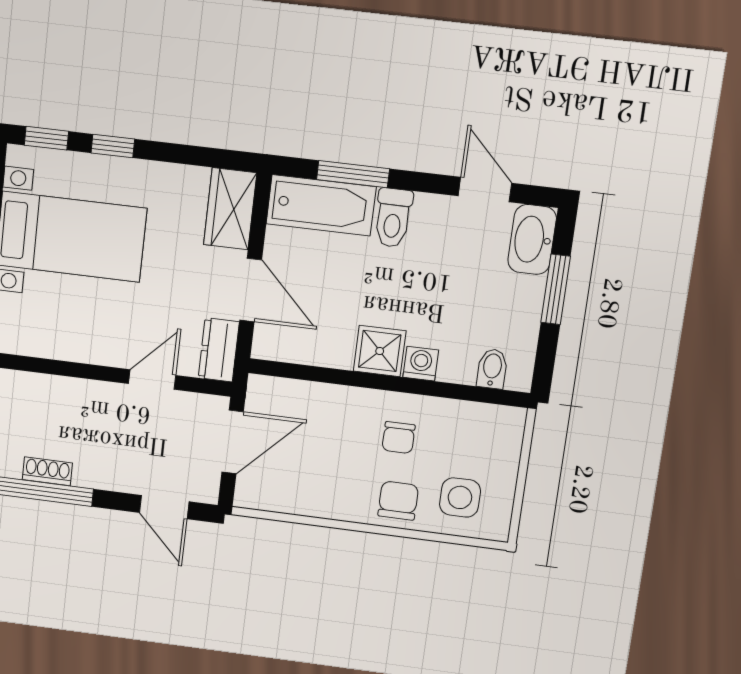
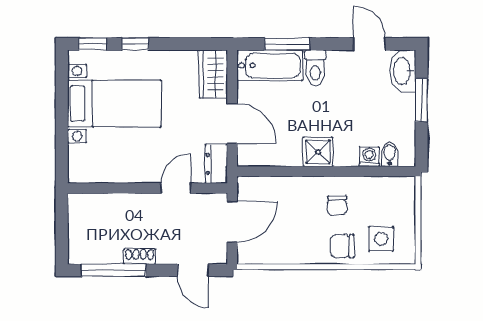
washing machine: (421, 364) -> (369, 157), moved
shoe rack: (47, 471) -> (140, 257), moved
chair: (398, 501) -> (342, 246), turned -90

